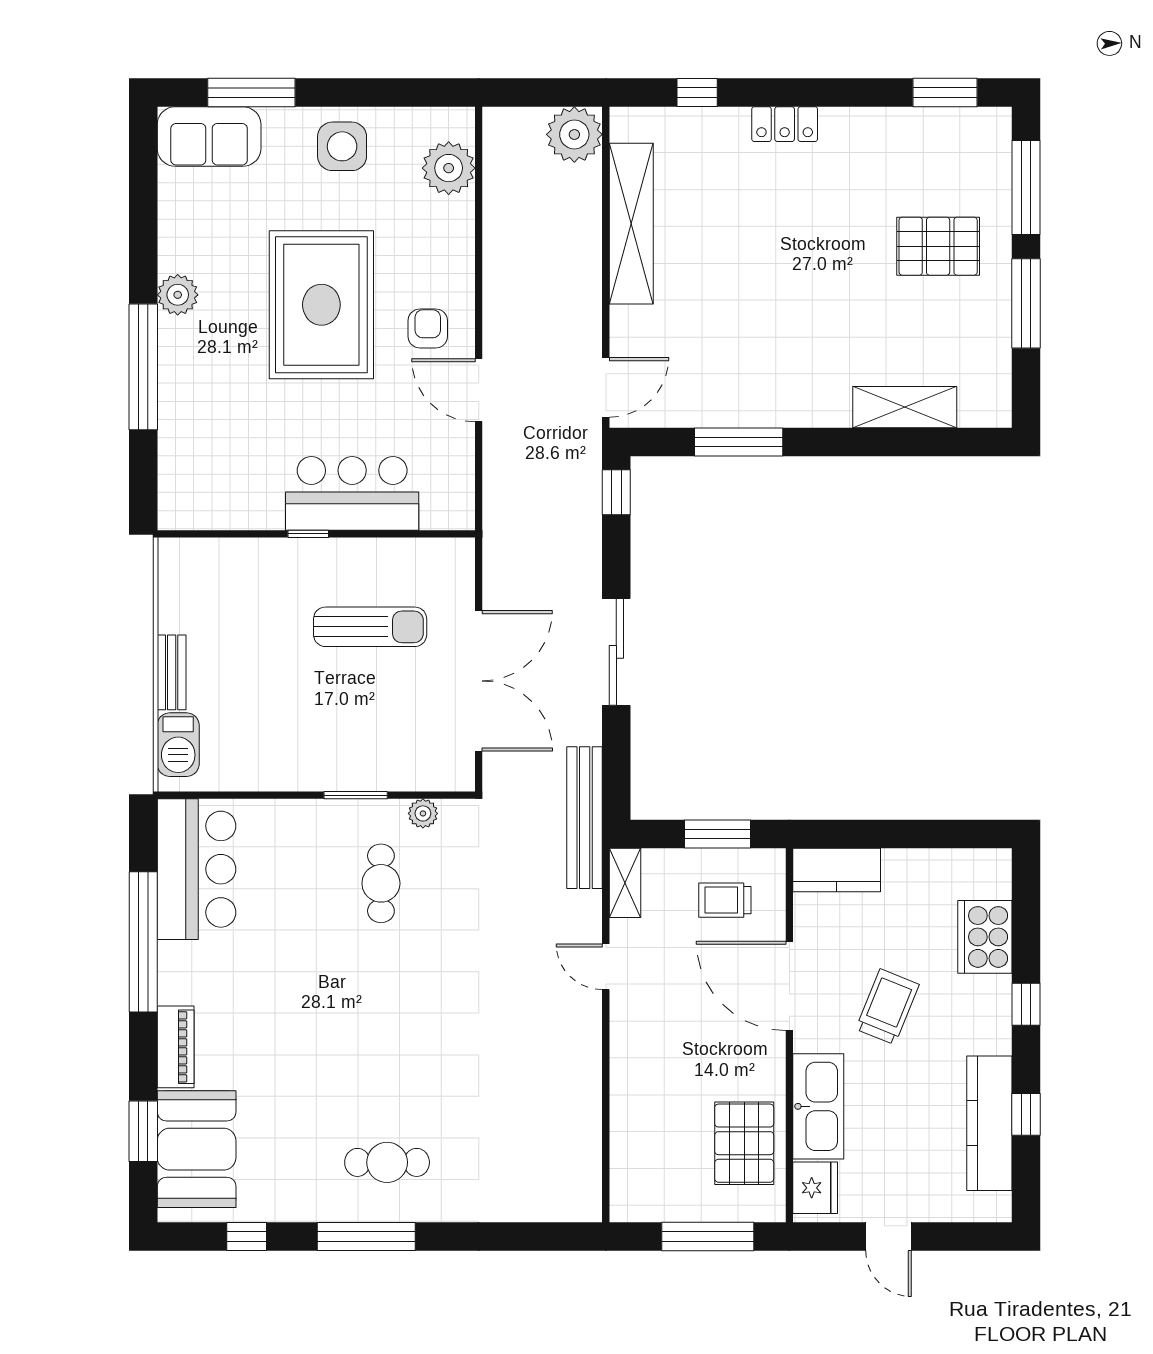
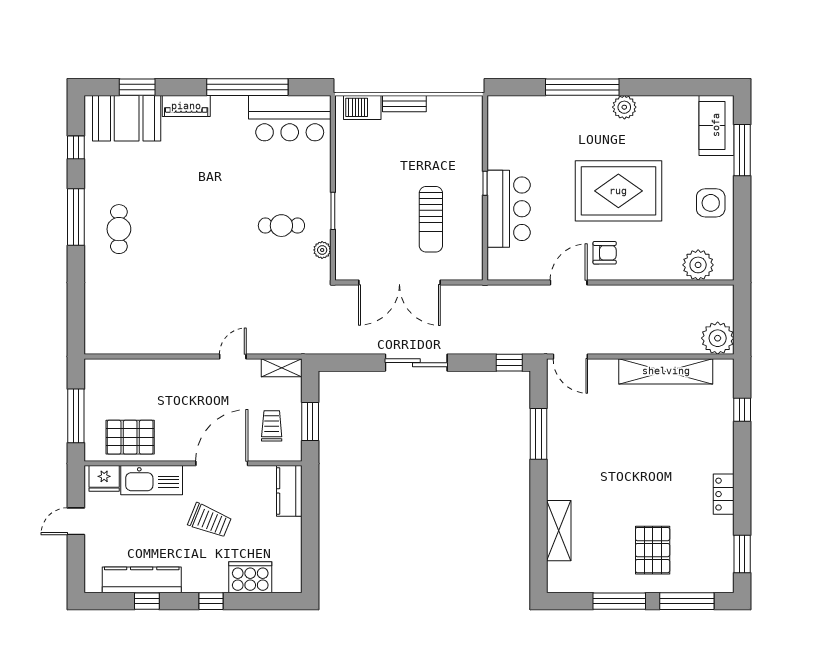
locker: (785, 124) -> (724, 494), moved
bench: (585, 818) -> (320, 344), removed

